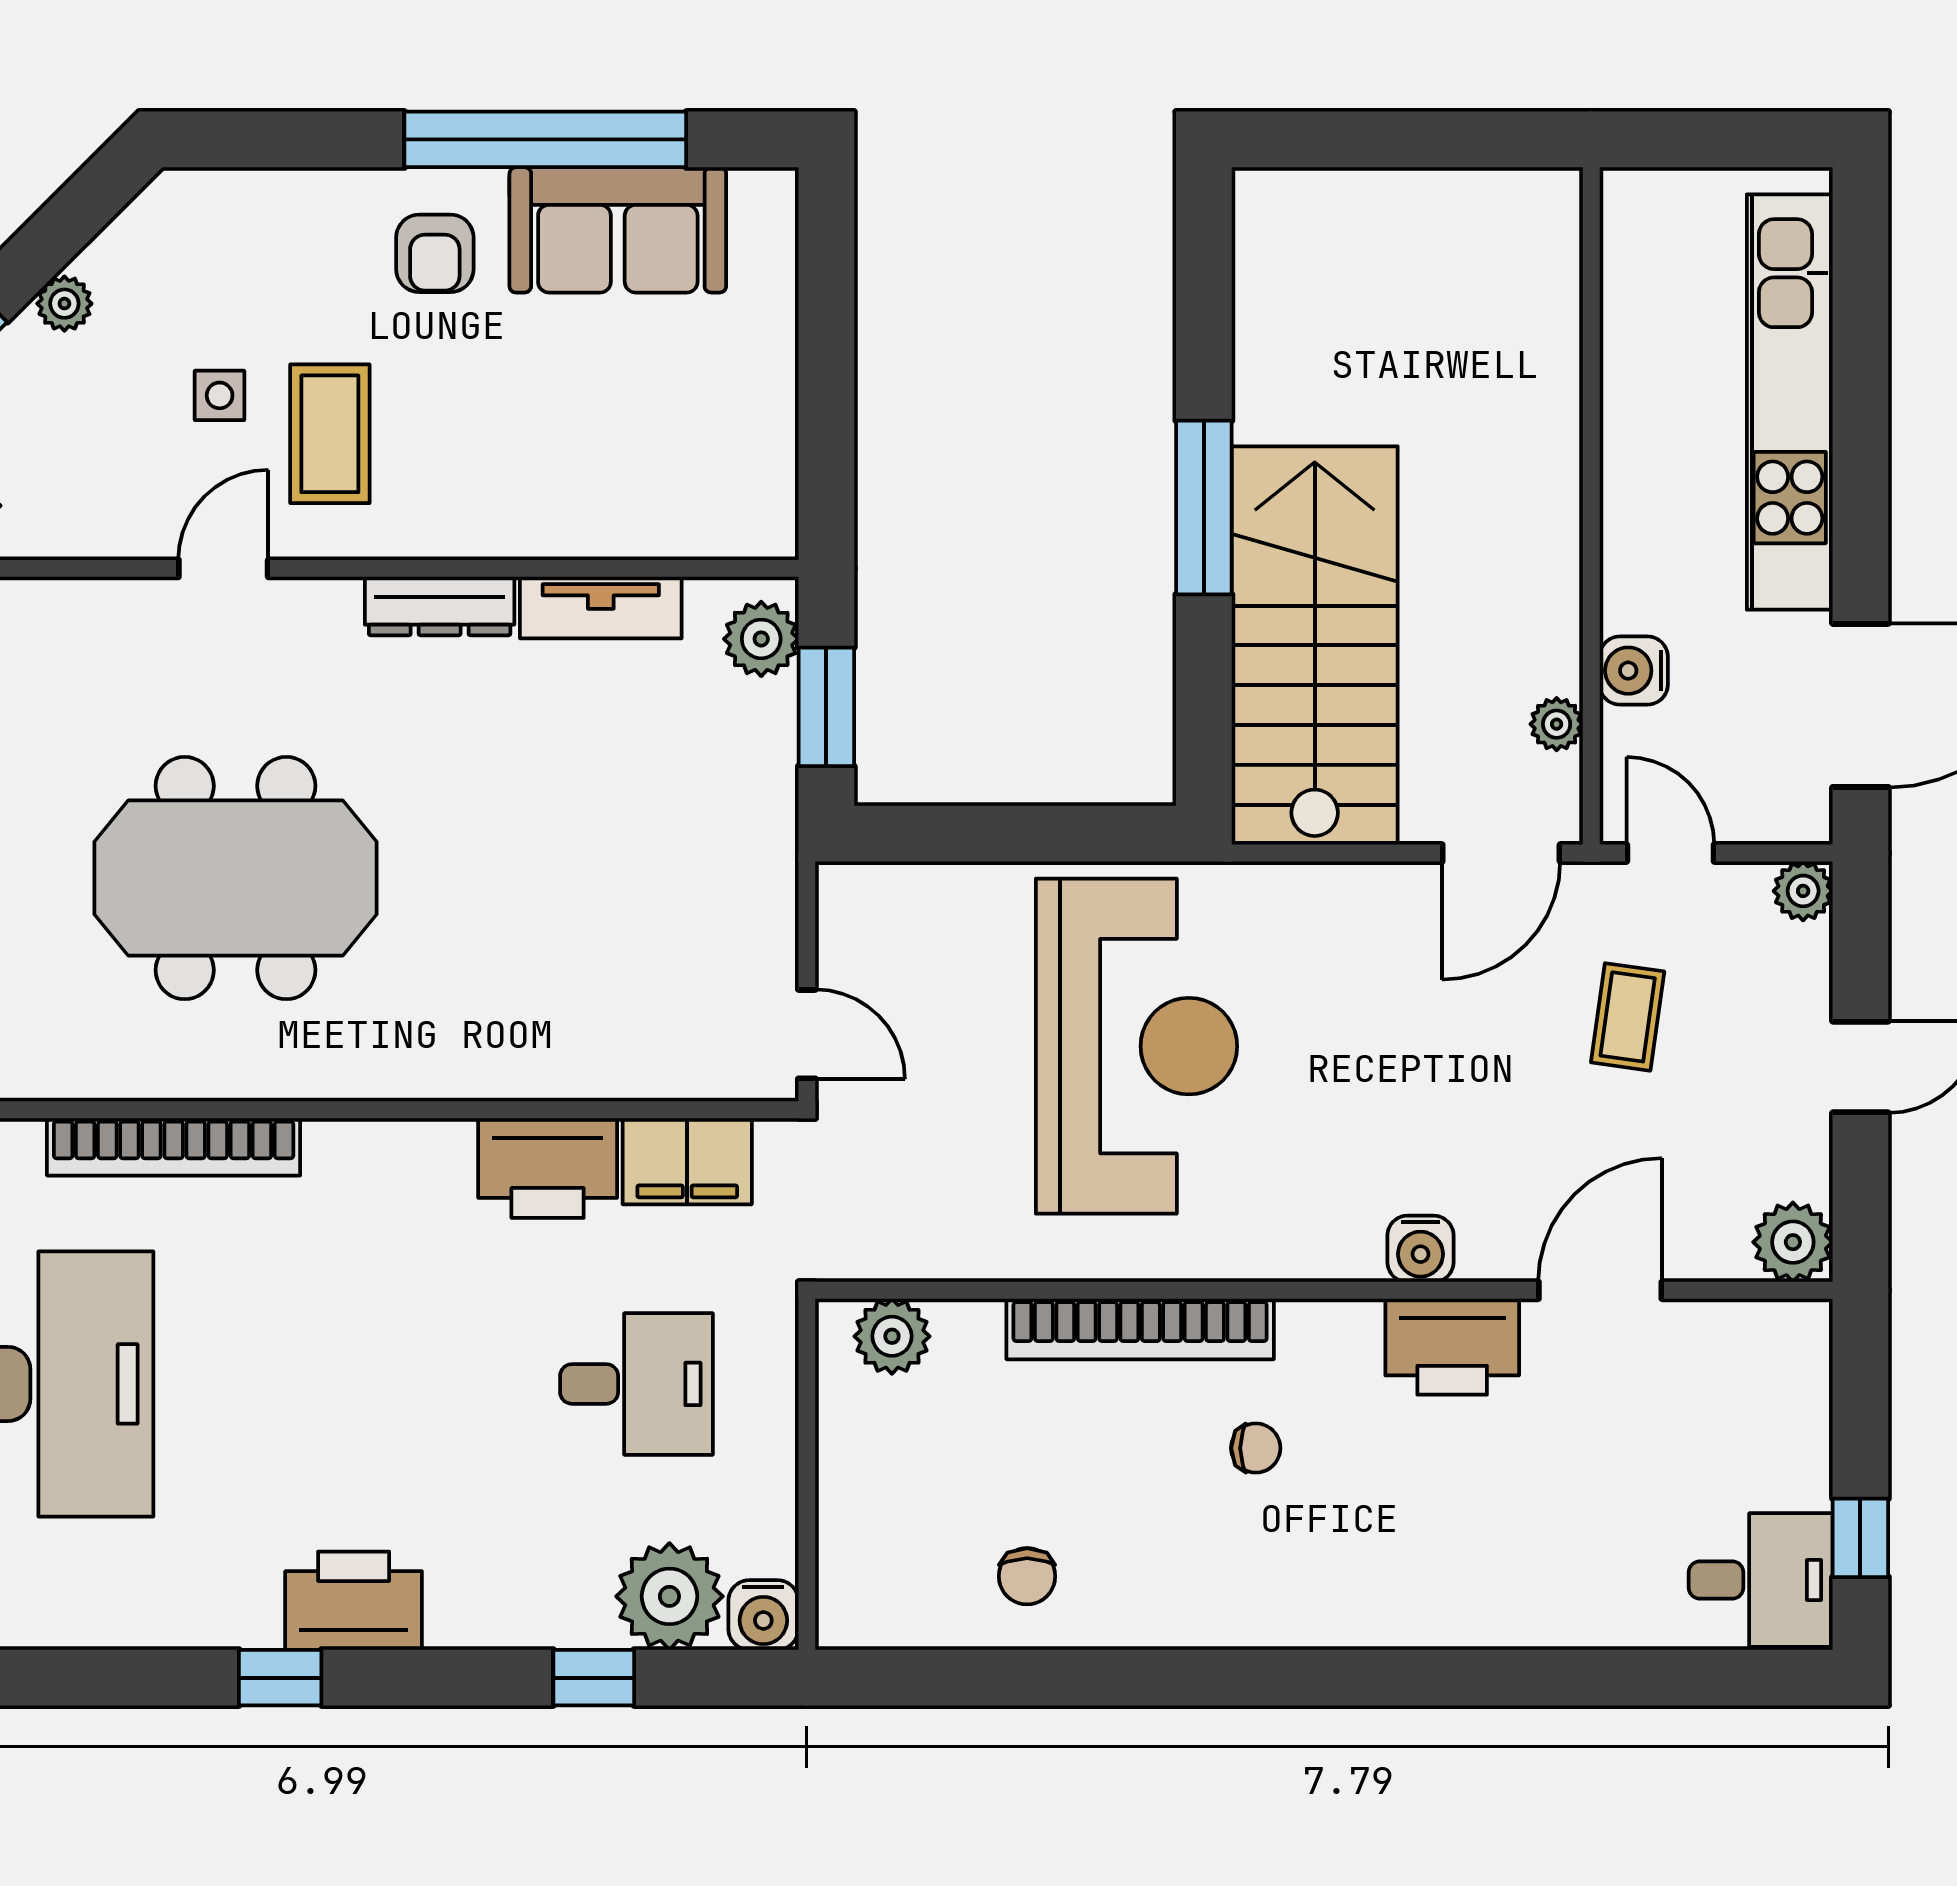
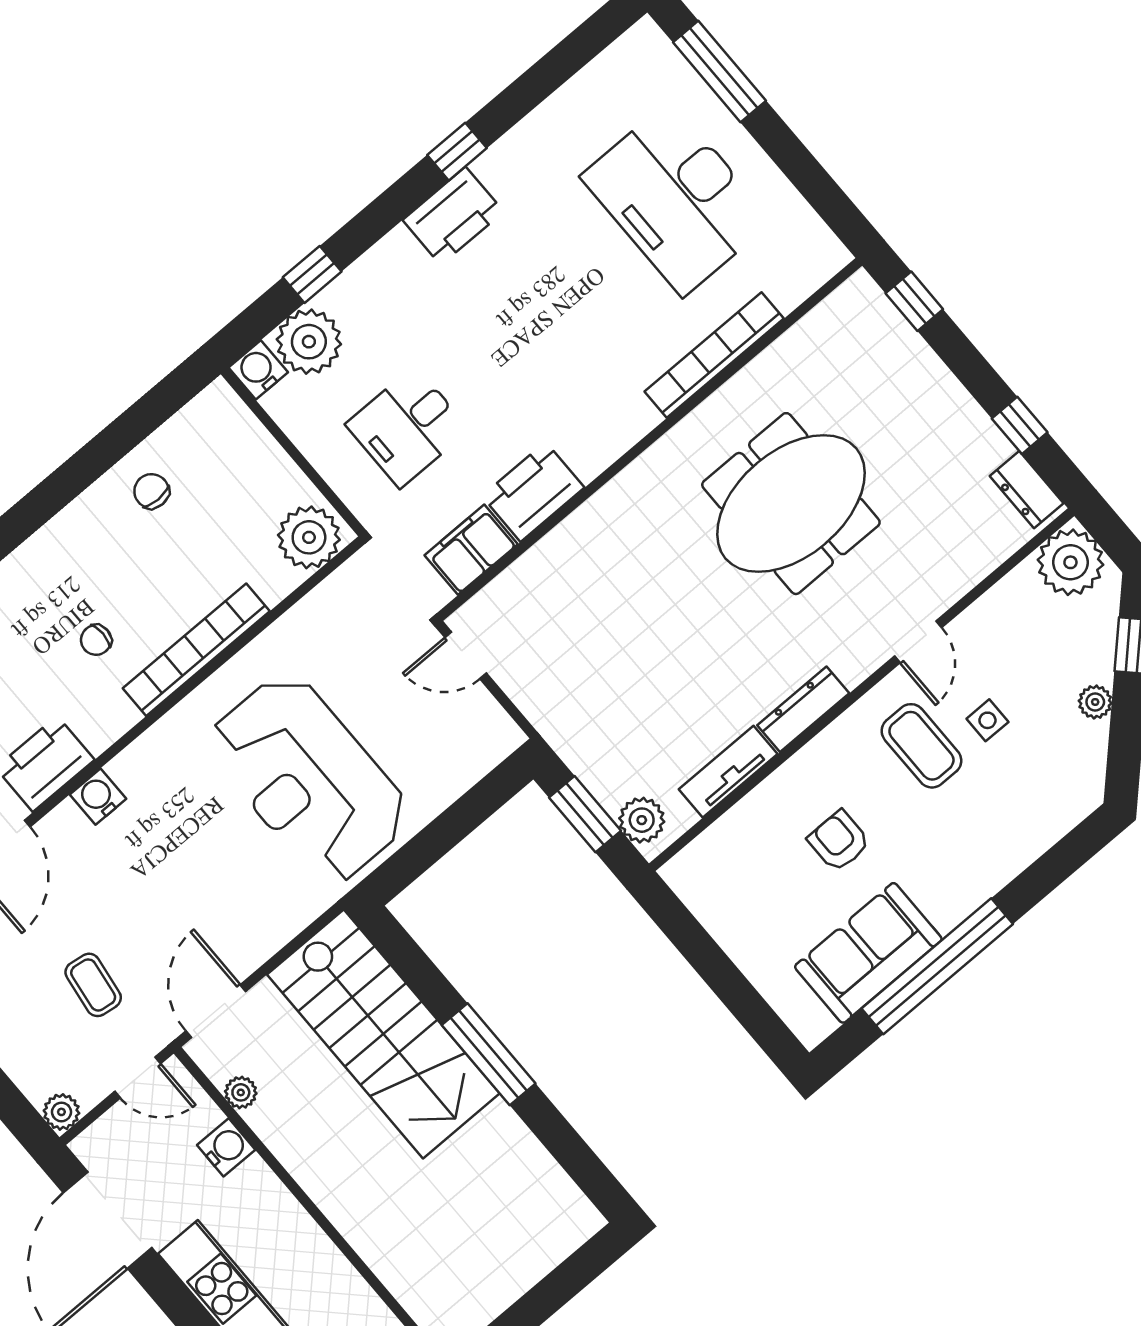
armchair: (435, 253) -> (839, 841), moved
plant: (892, 1336) -> (309, 537), width x1.36, depth x1.36

